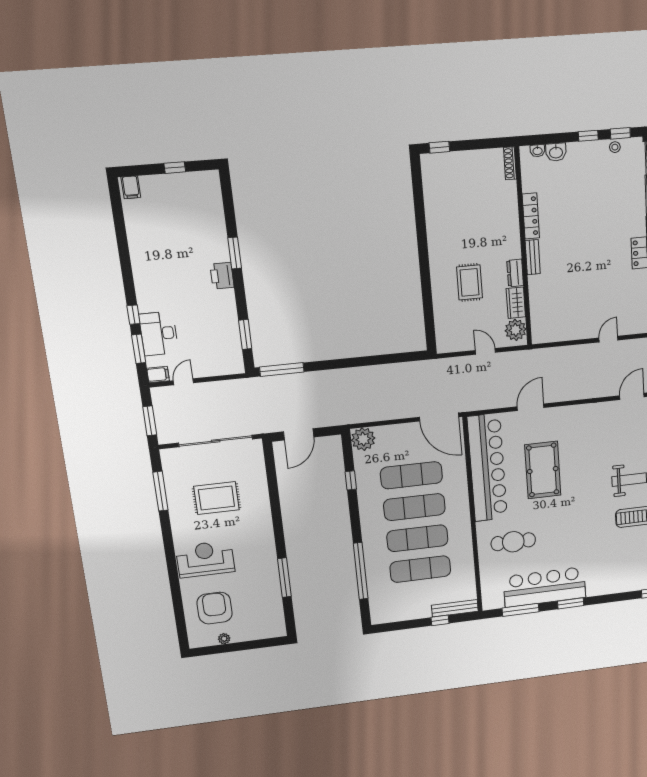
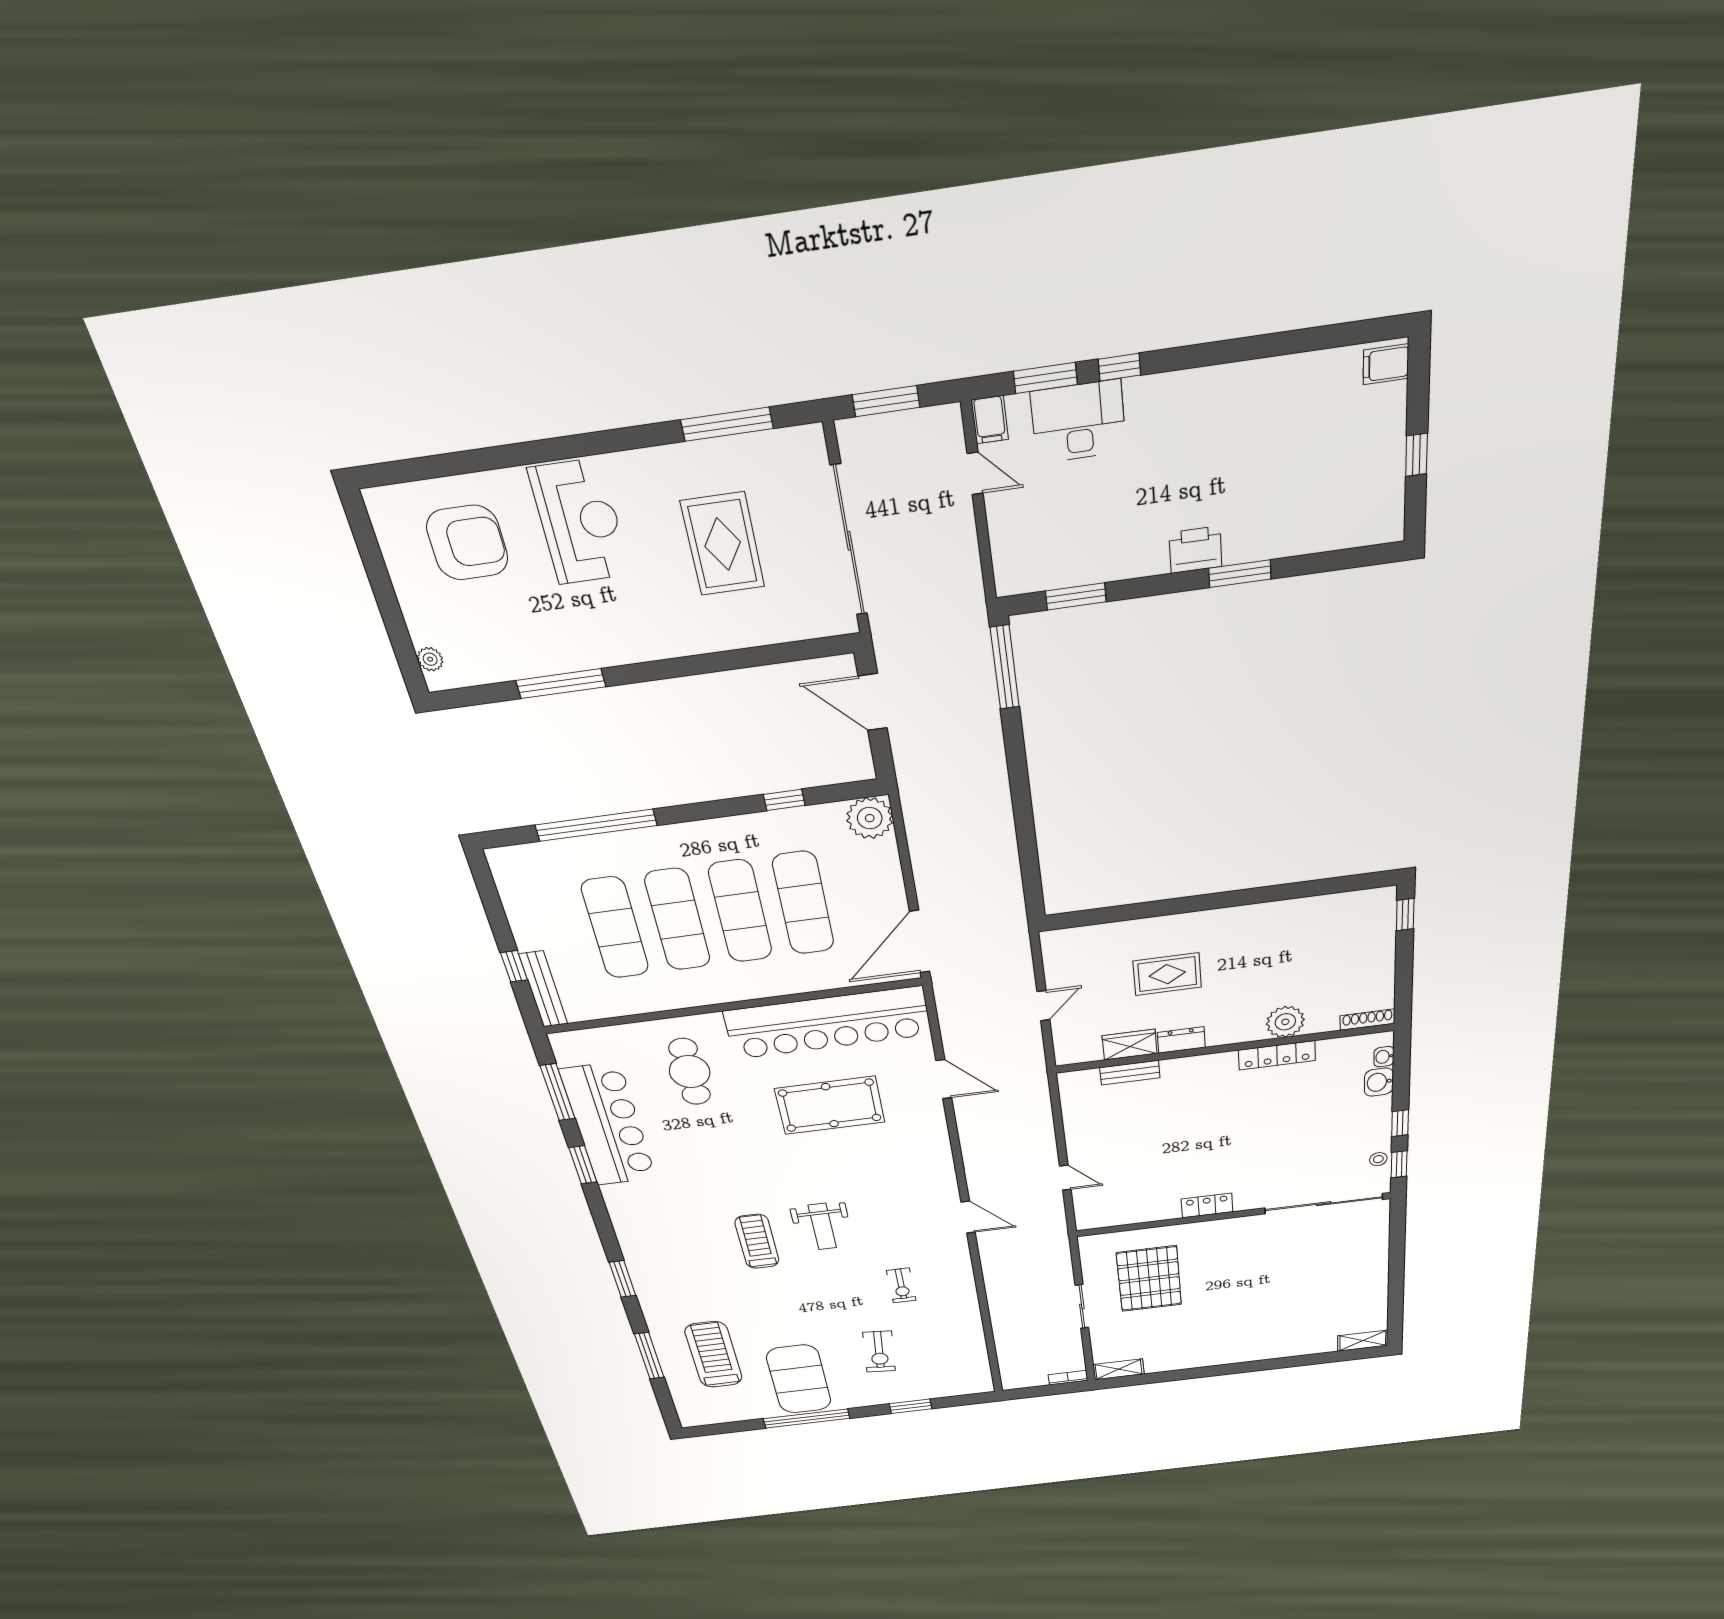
bench: (533, 257) -> (1130, 1073), moved
plant: (516, 330) -> (1285, 1022), moved
plant: (224, 639) -> (430, 659), moved

